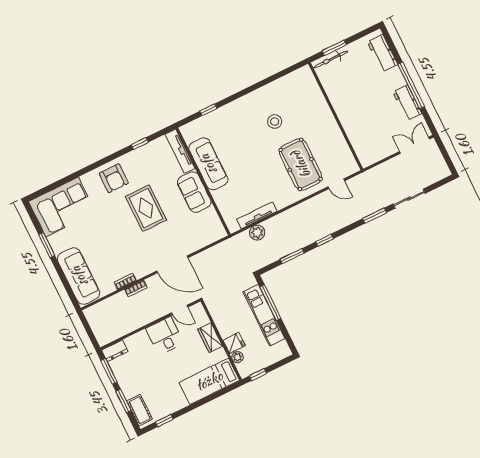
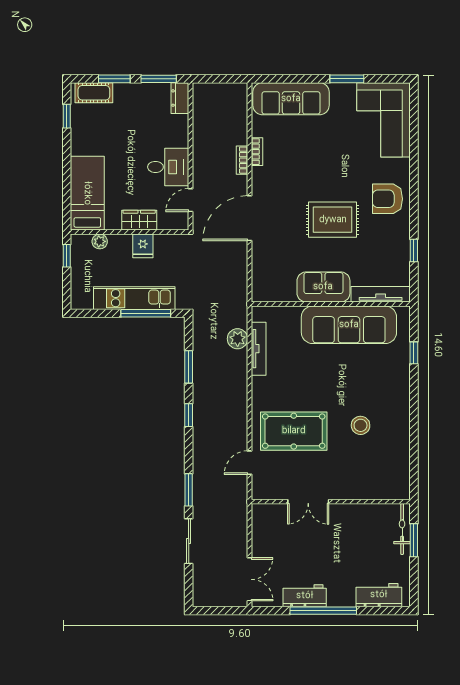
double door: (343, 131) -> (308, 502), added
sofa: (208, 164) -> (349, 325), width x1.36, depth x1.27
fridge: (234, 343) -> (143, 246), moved

